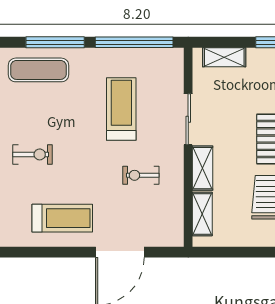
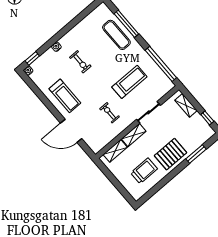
window: (55, 42) -> (126, 24), moved

